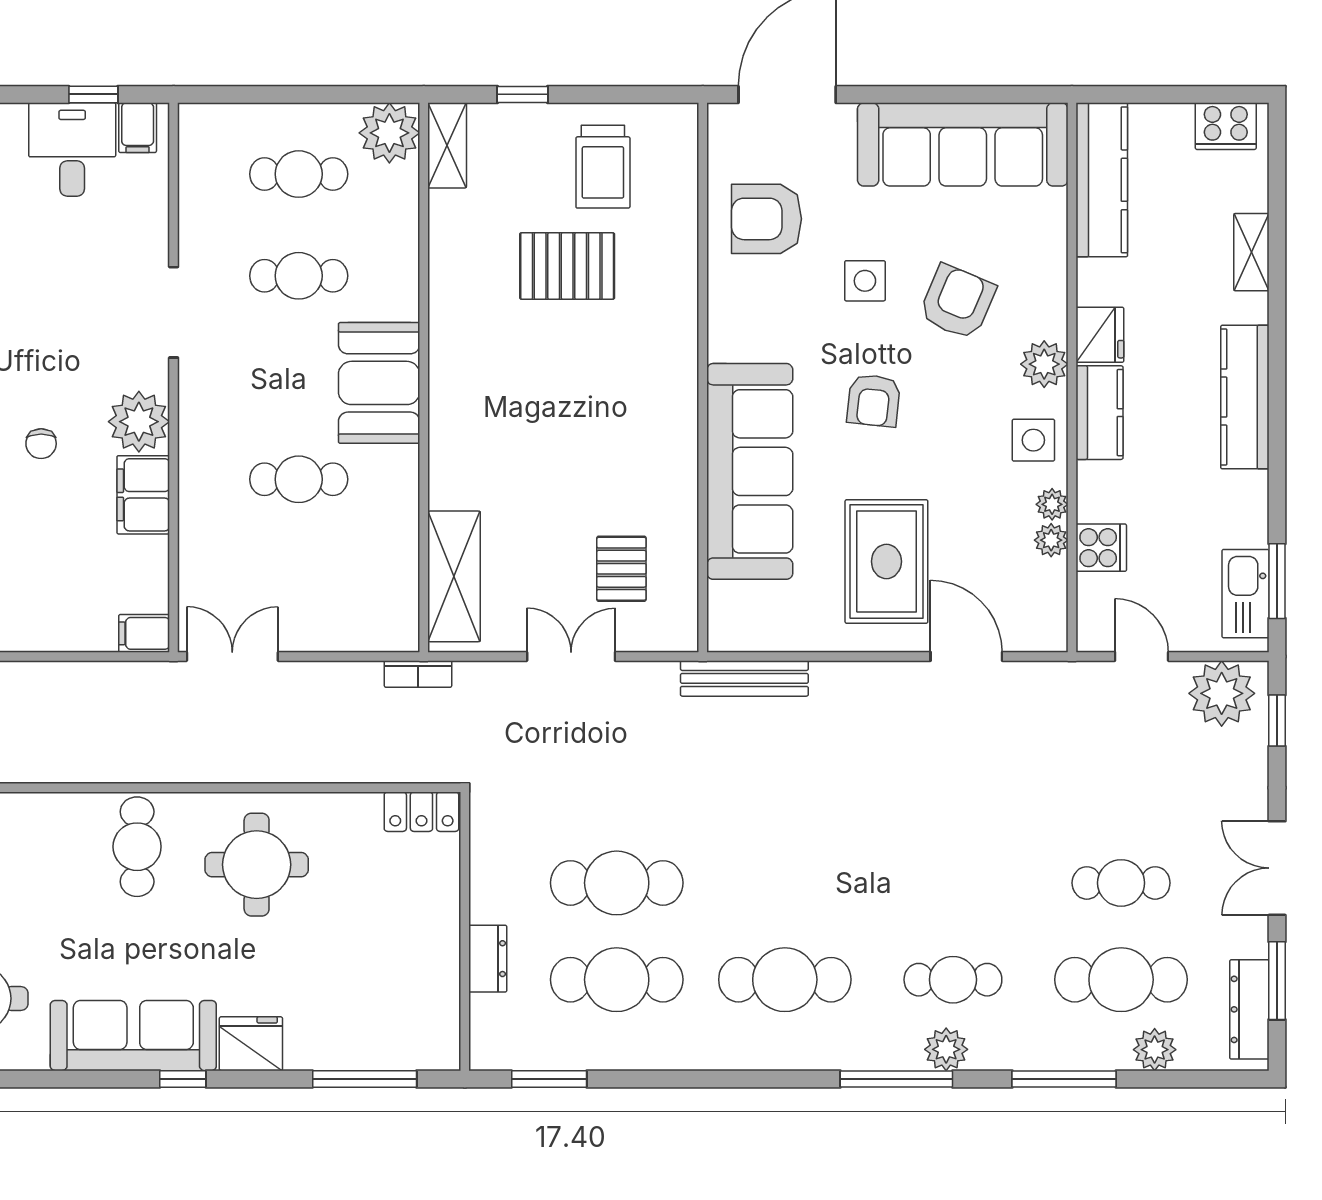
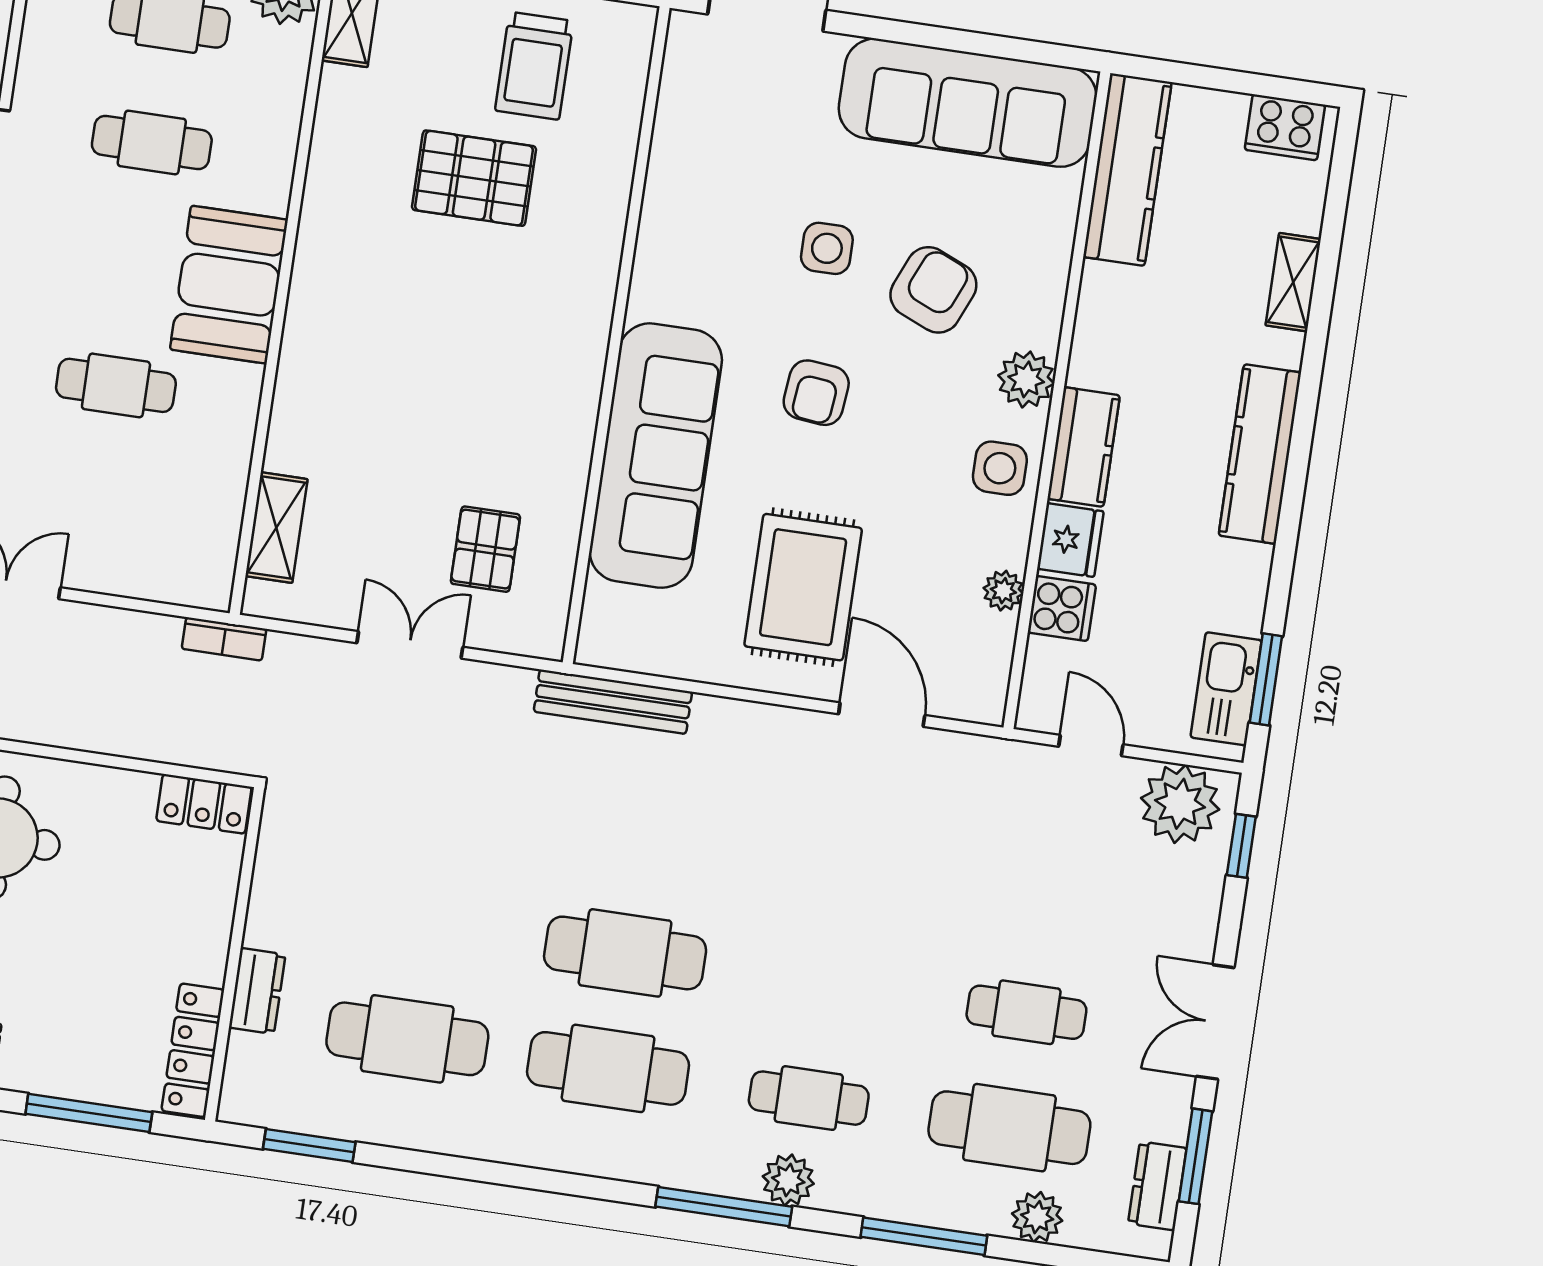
armchair: (766, 219) -> (720, 157), removed
fridge: (1100, 335) -> (1070, 540), moved
plant: (1052, 504) -> (1011, 548), removed
shelving: (454, 576) -> (276, 528), width x0.67, depth x0.75
cafe table: (617, 883) -> (625, 953), moved
dresser: (1249, 1009) -> (1157, 1186), width x0.70
locker: (442, 1015) -> (193, 1050), added

